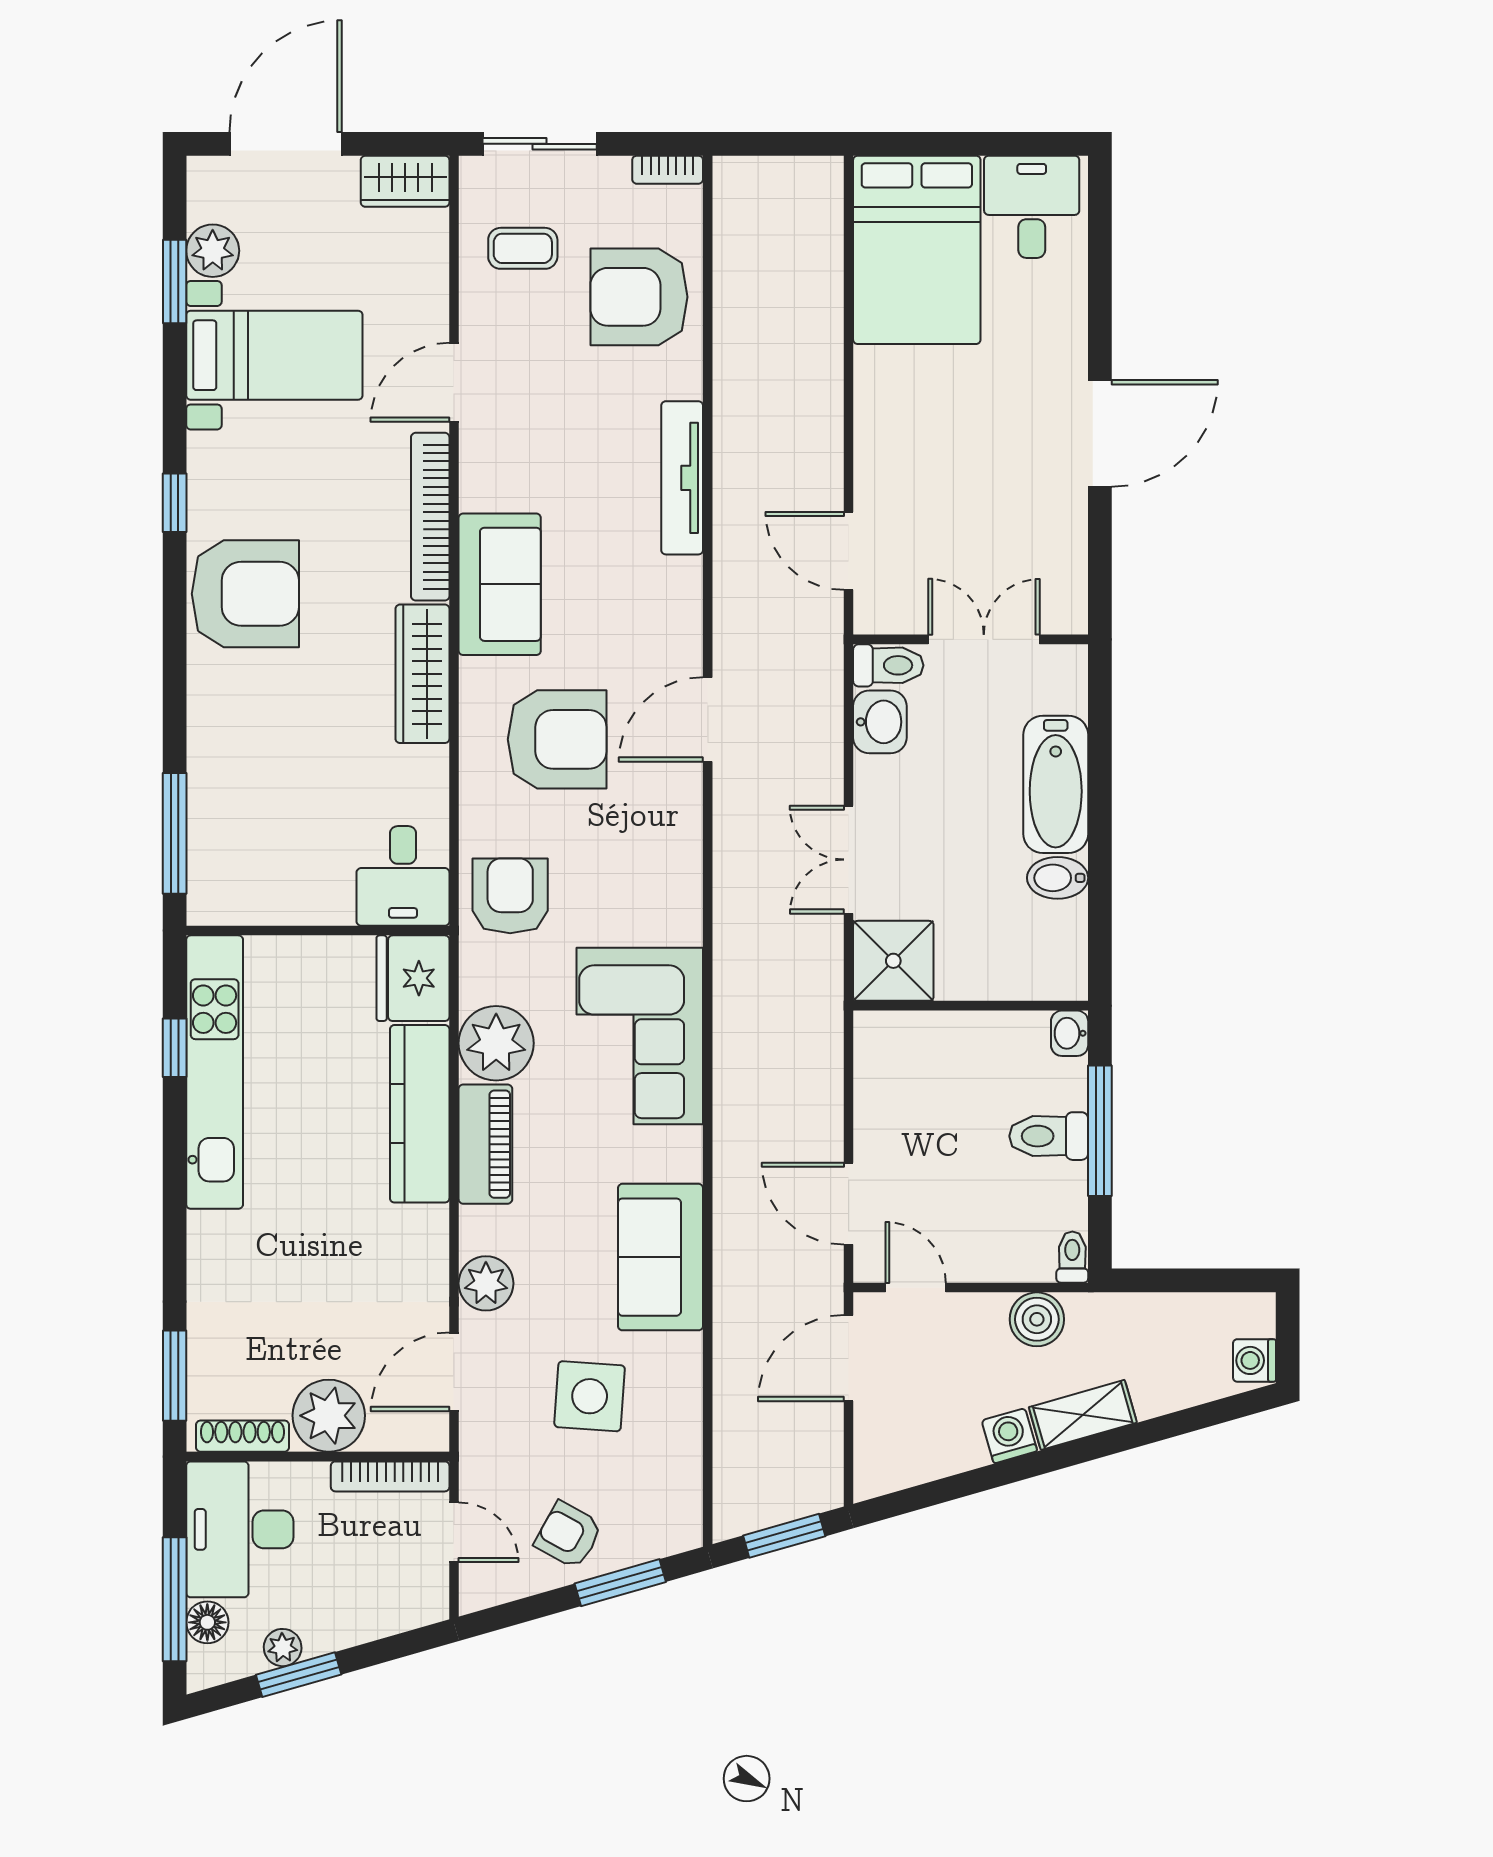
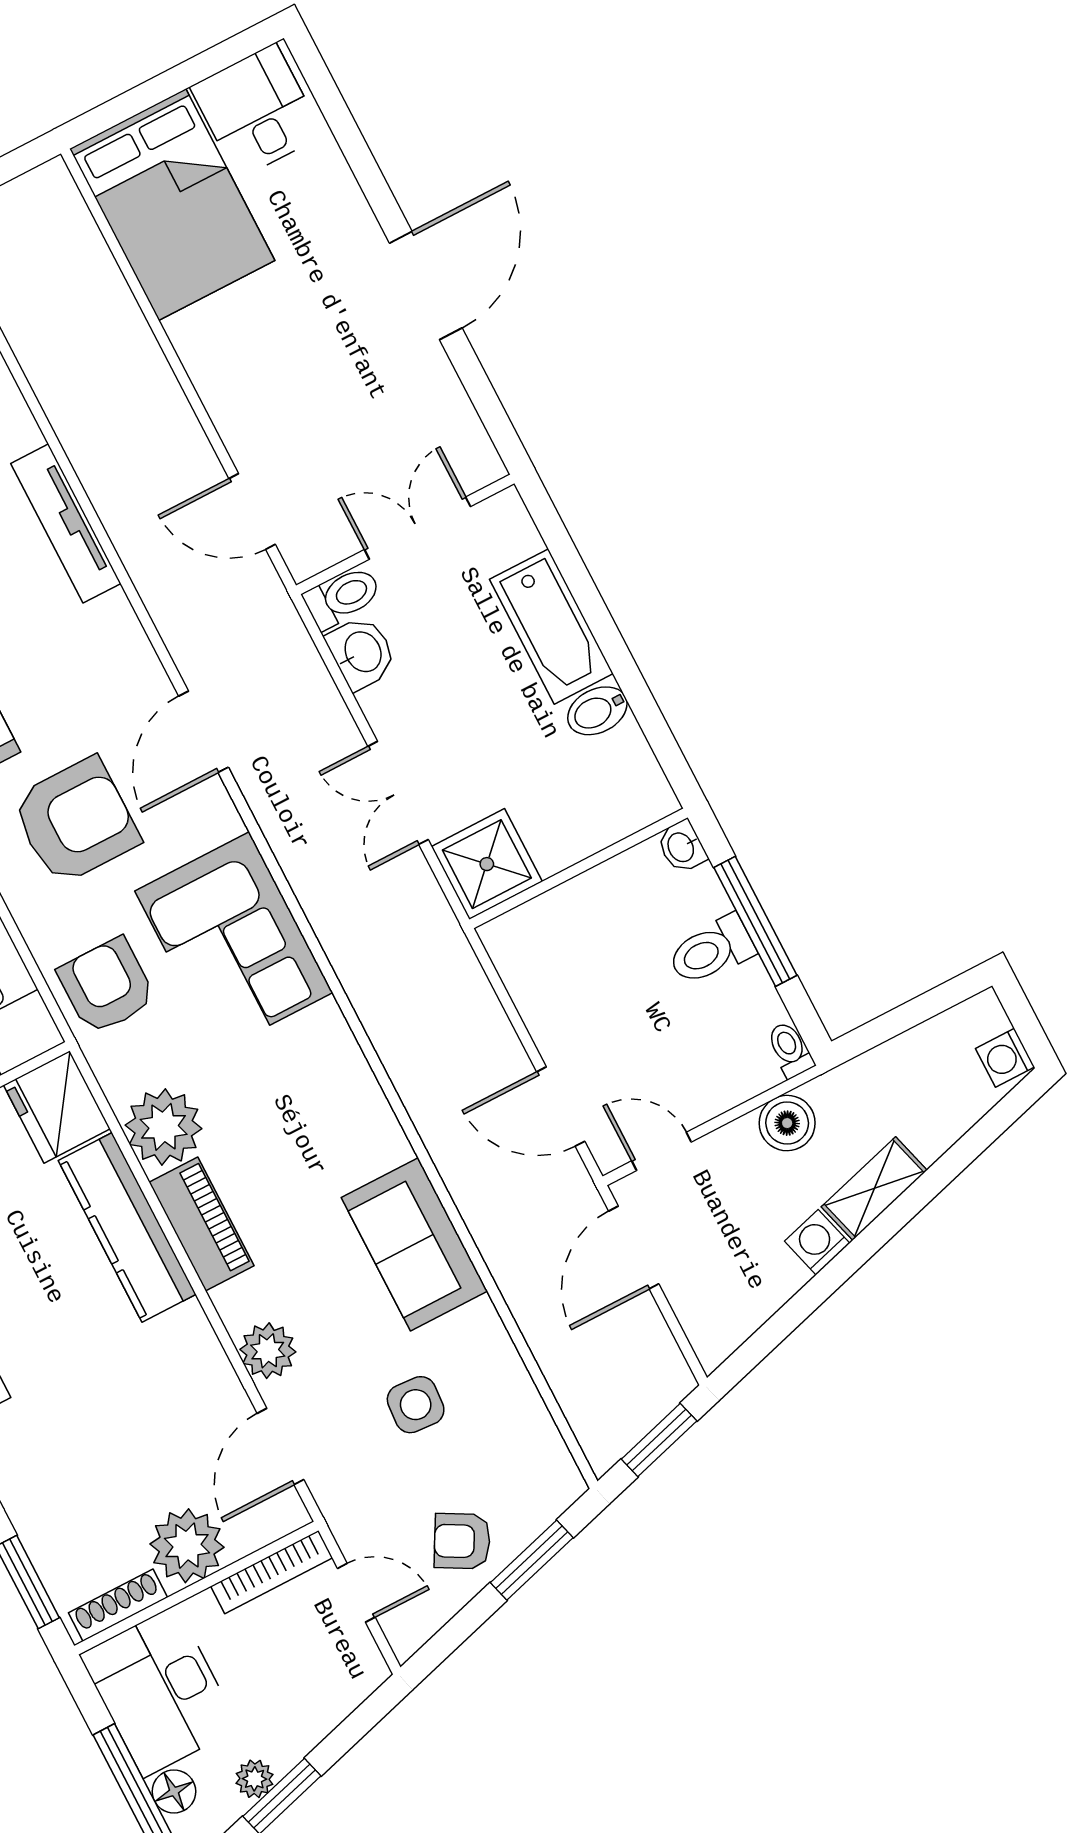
corner sofa: (640, 1036) -> (234, 942), moved
side table: (590, 1396) -> (416, 1405), width x0.73, depth x0.73

